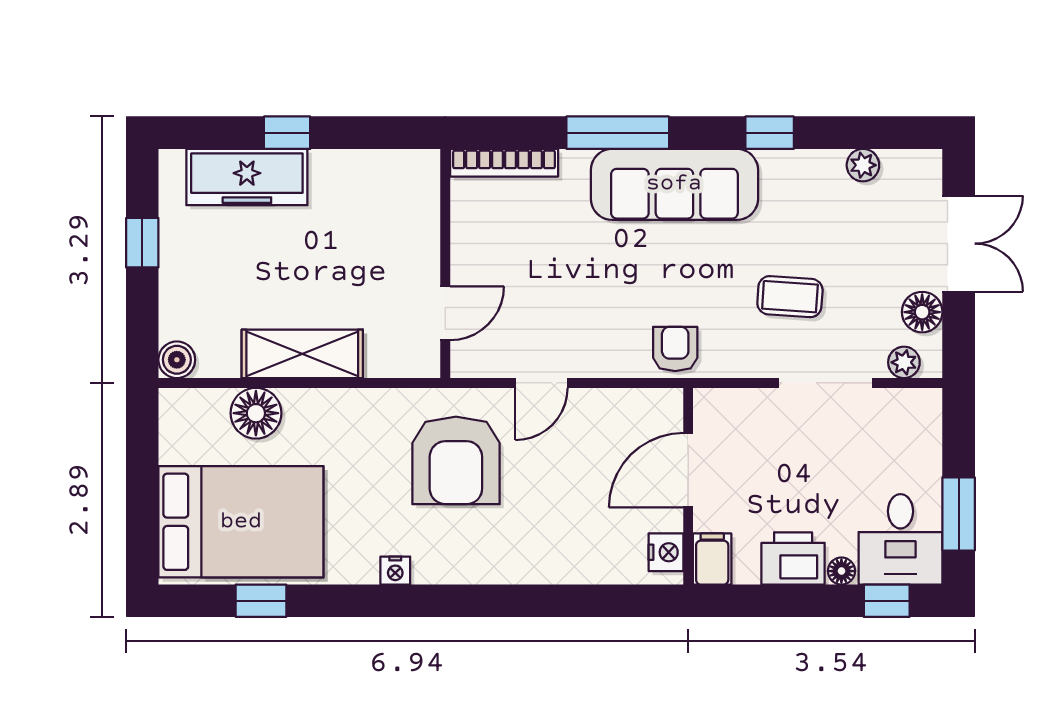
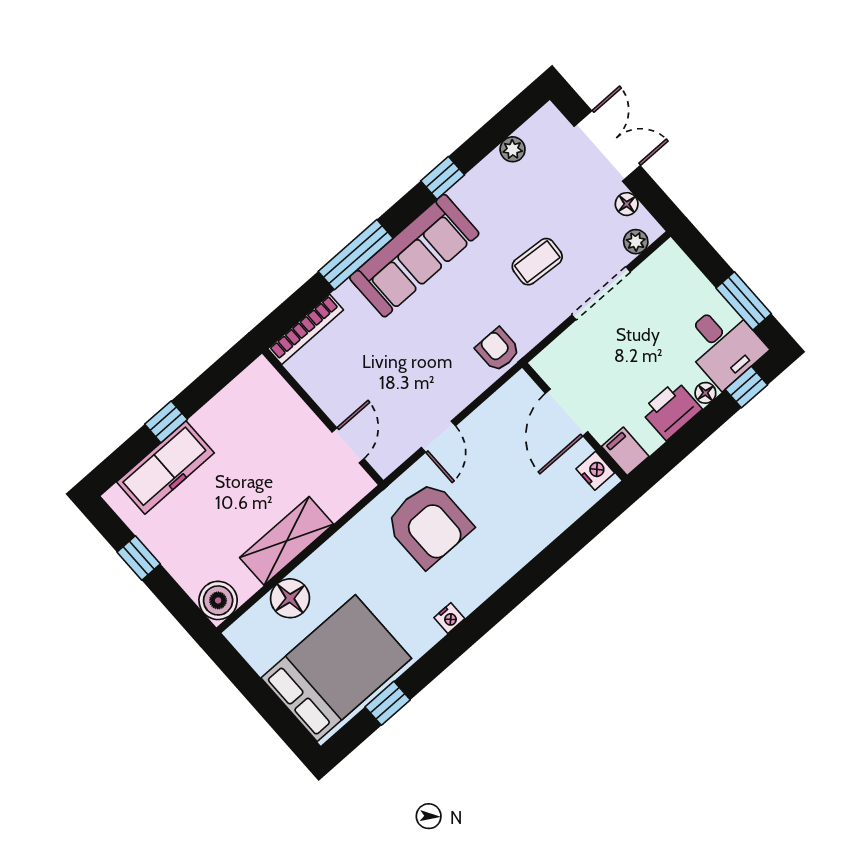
floor lamp: (922, 312) -> (627, 204), width x0.73, depth x0.73
boiler: (177, 360) -> (218, 600), width x1.36, depth x1.36

